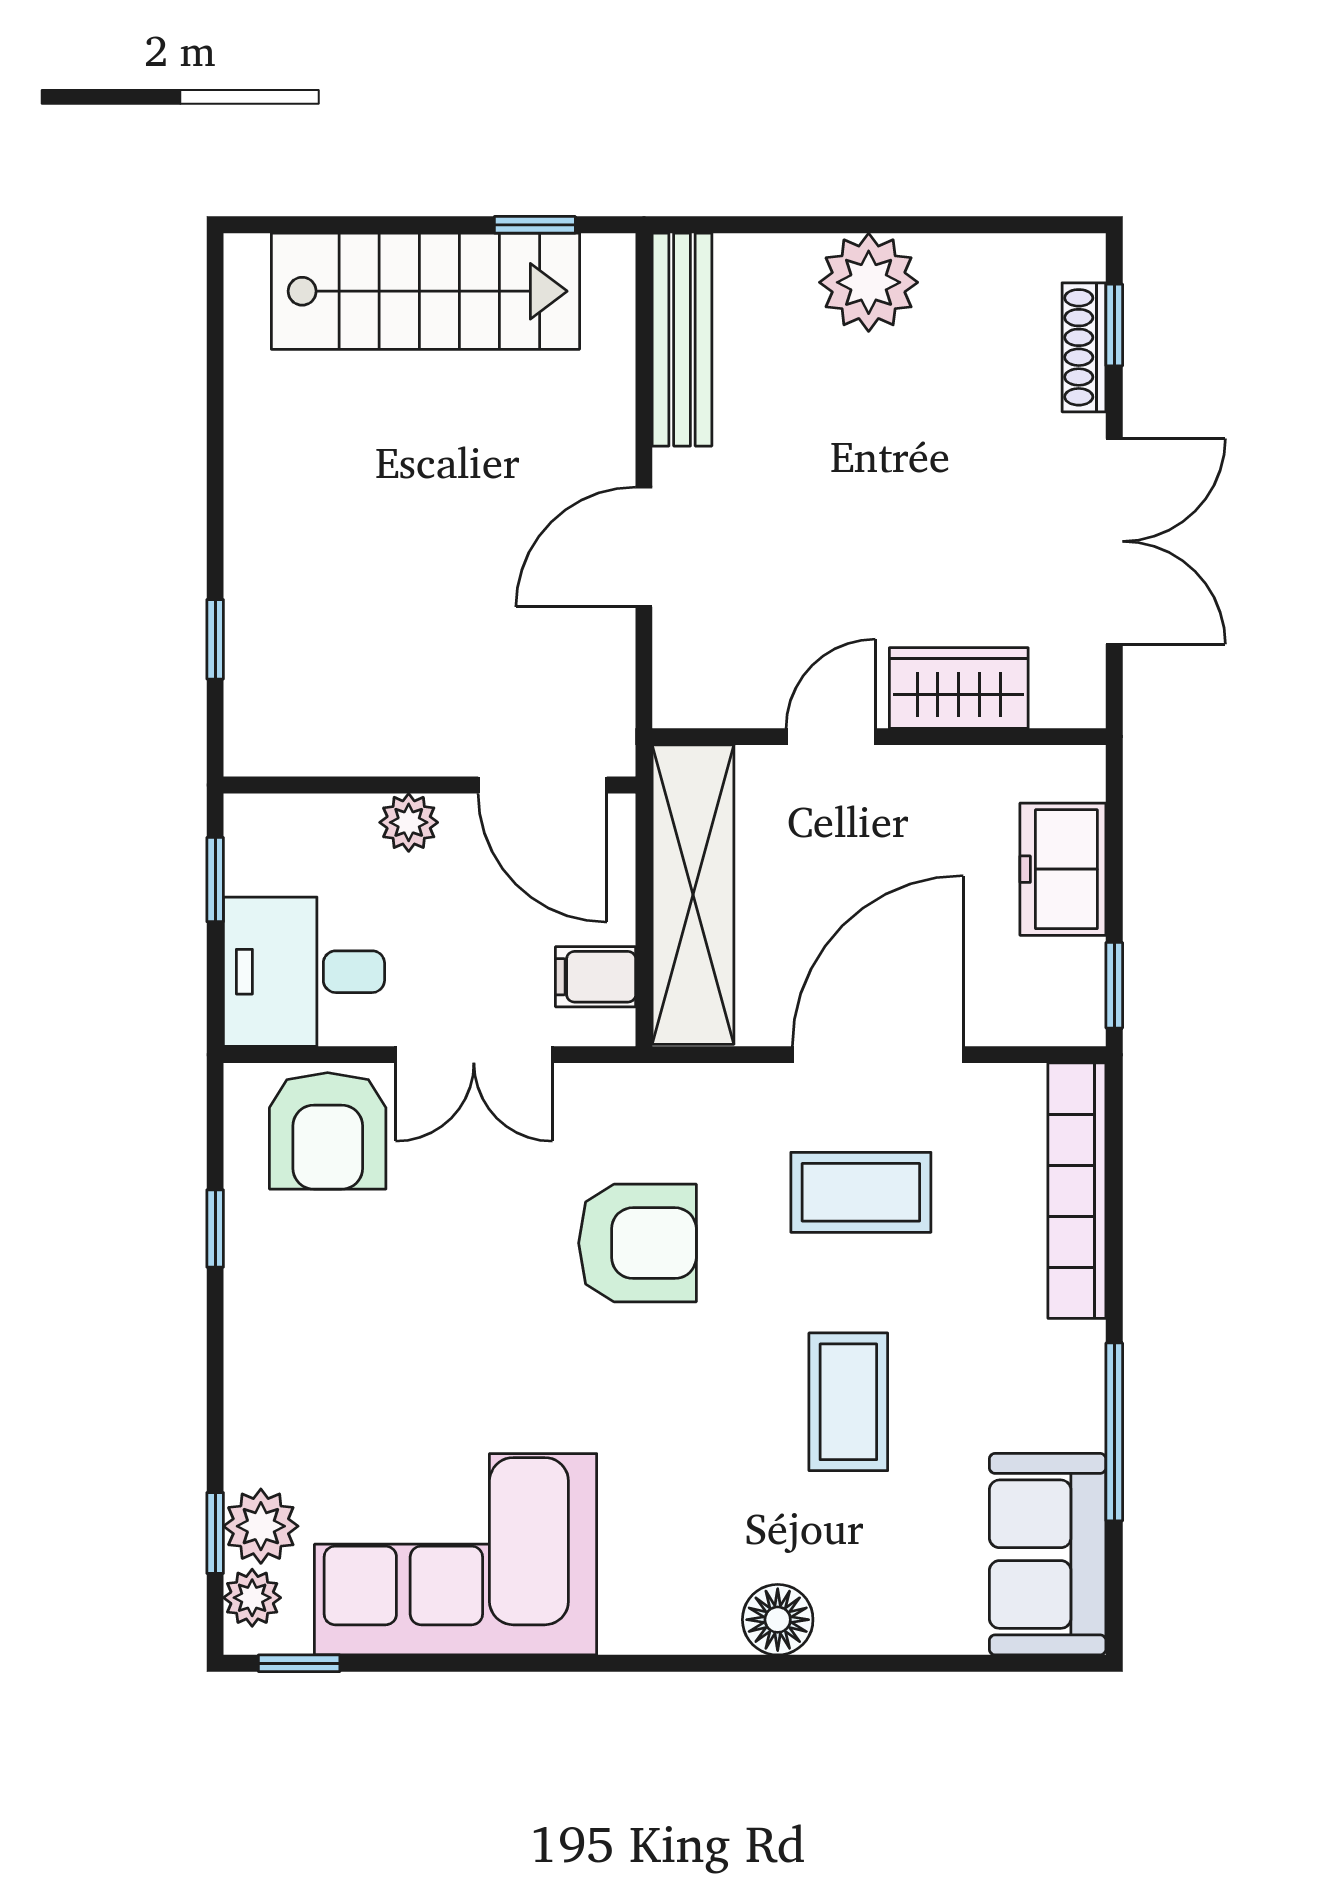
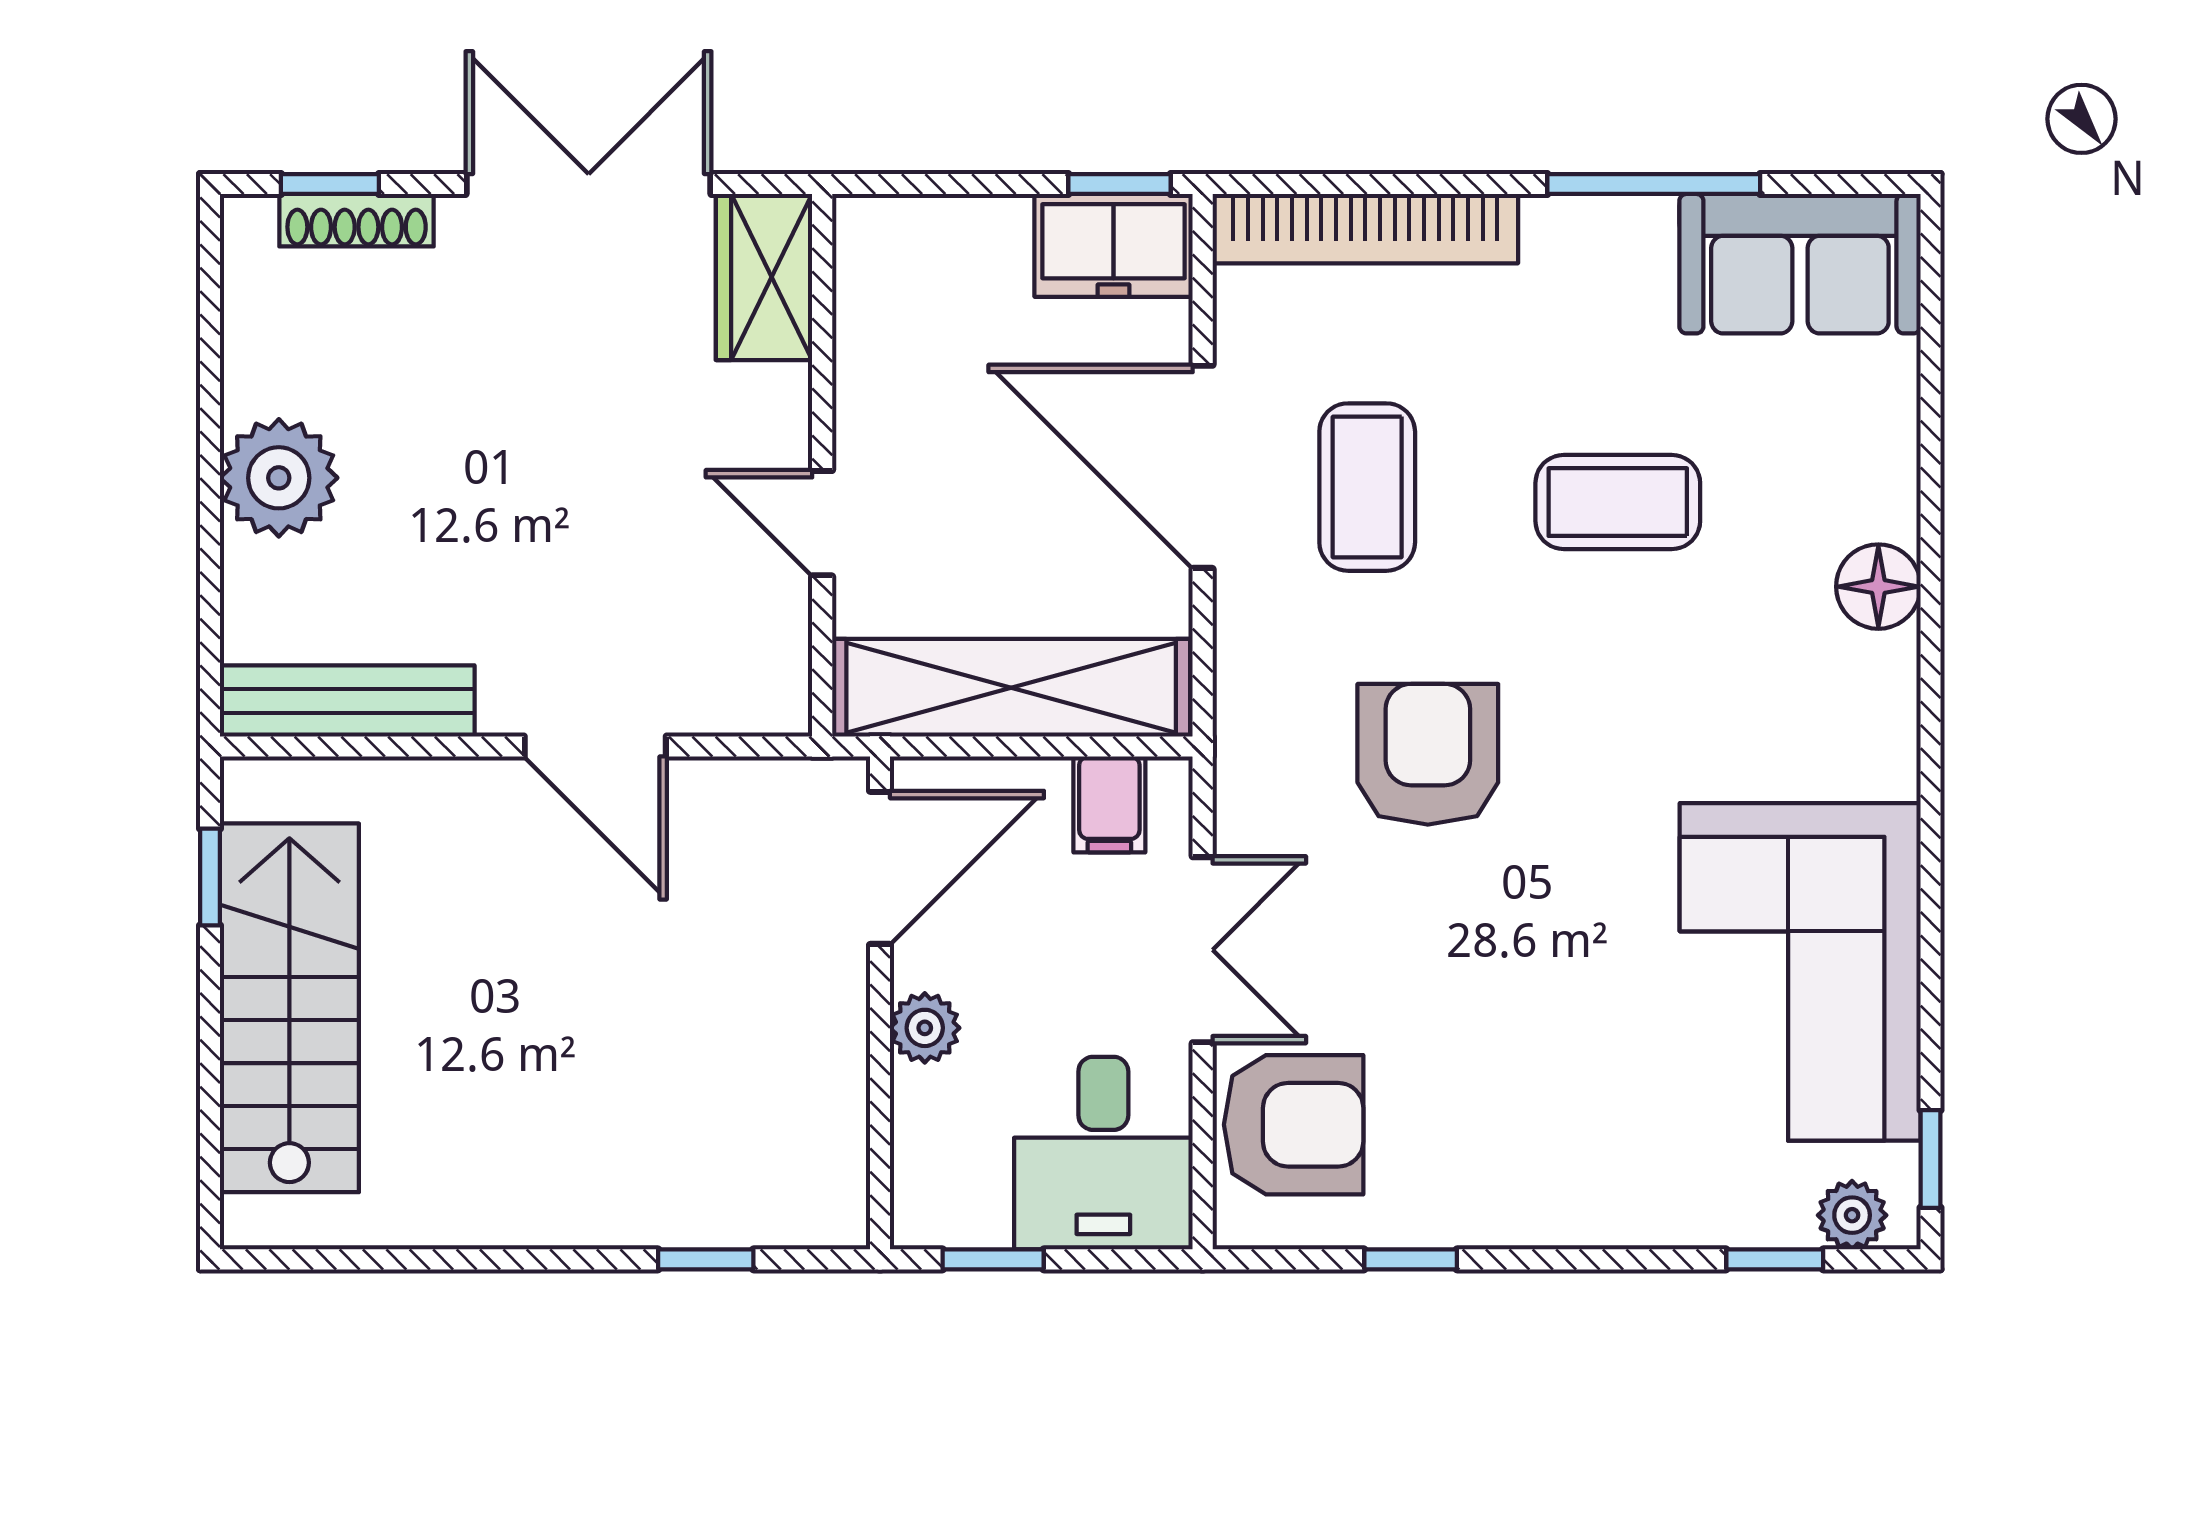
wardrobe: (959, 688) -> (764, 277), moved
freezer: (1063, 869) -> (1114, 245), moved
plant: (261, 1526) -> (1766, 1205), removed

